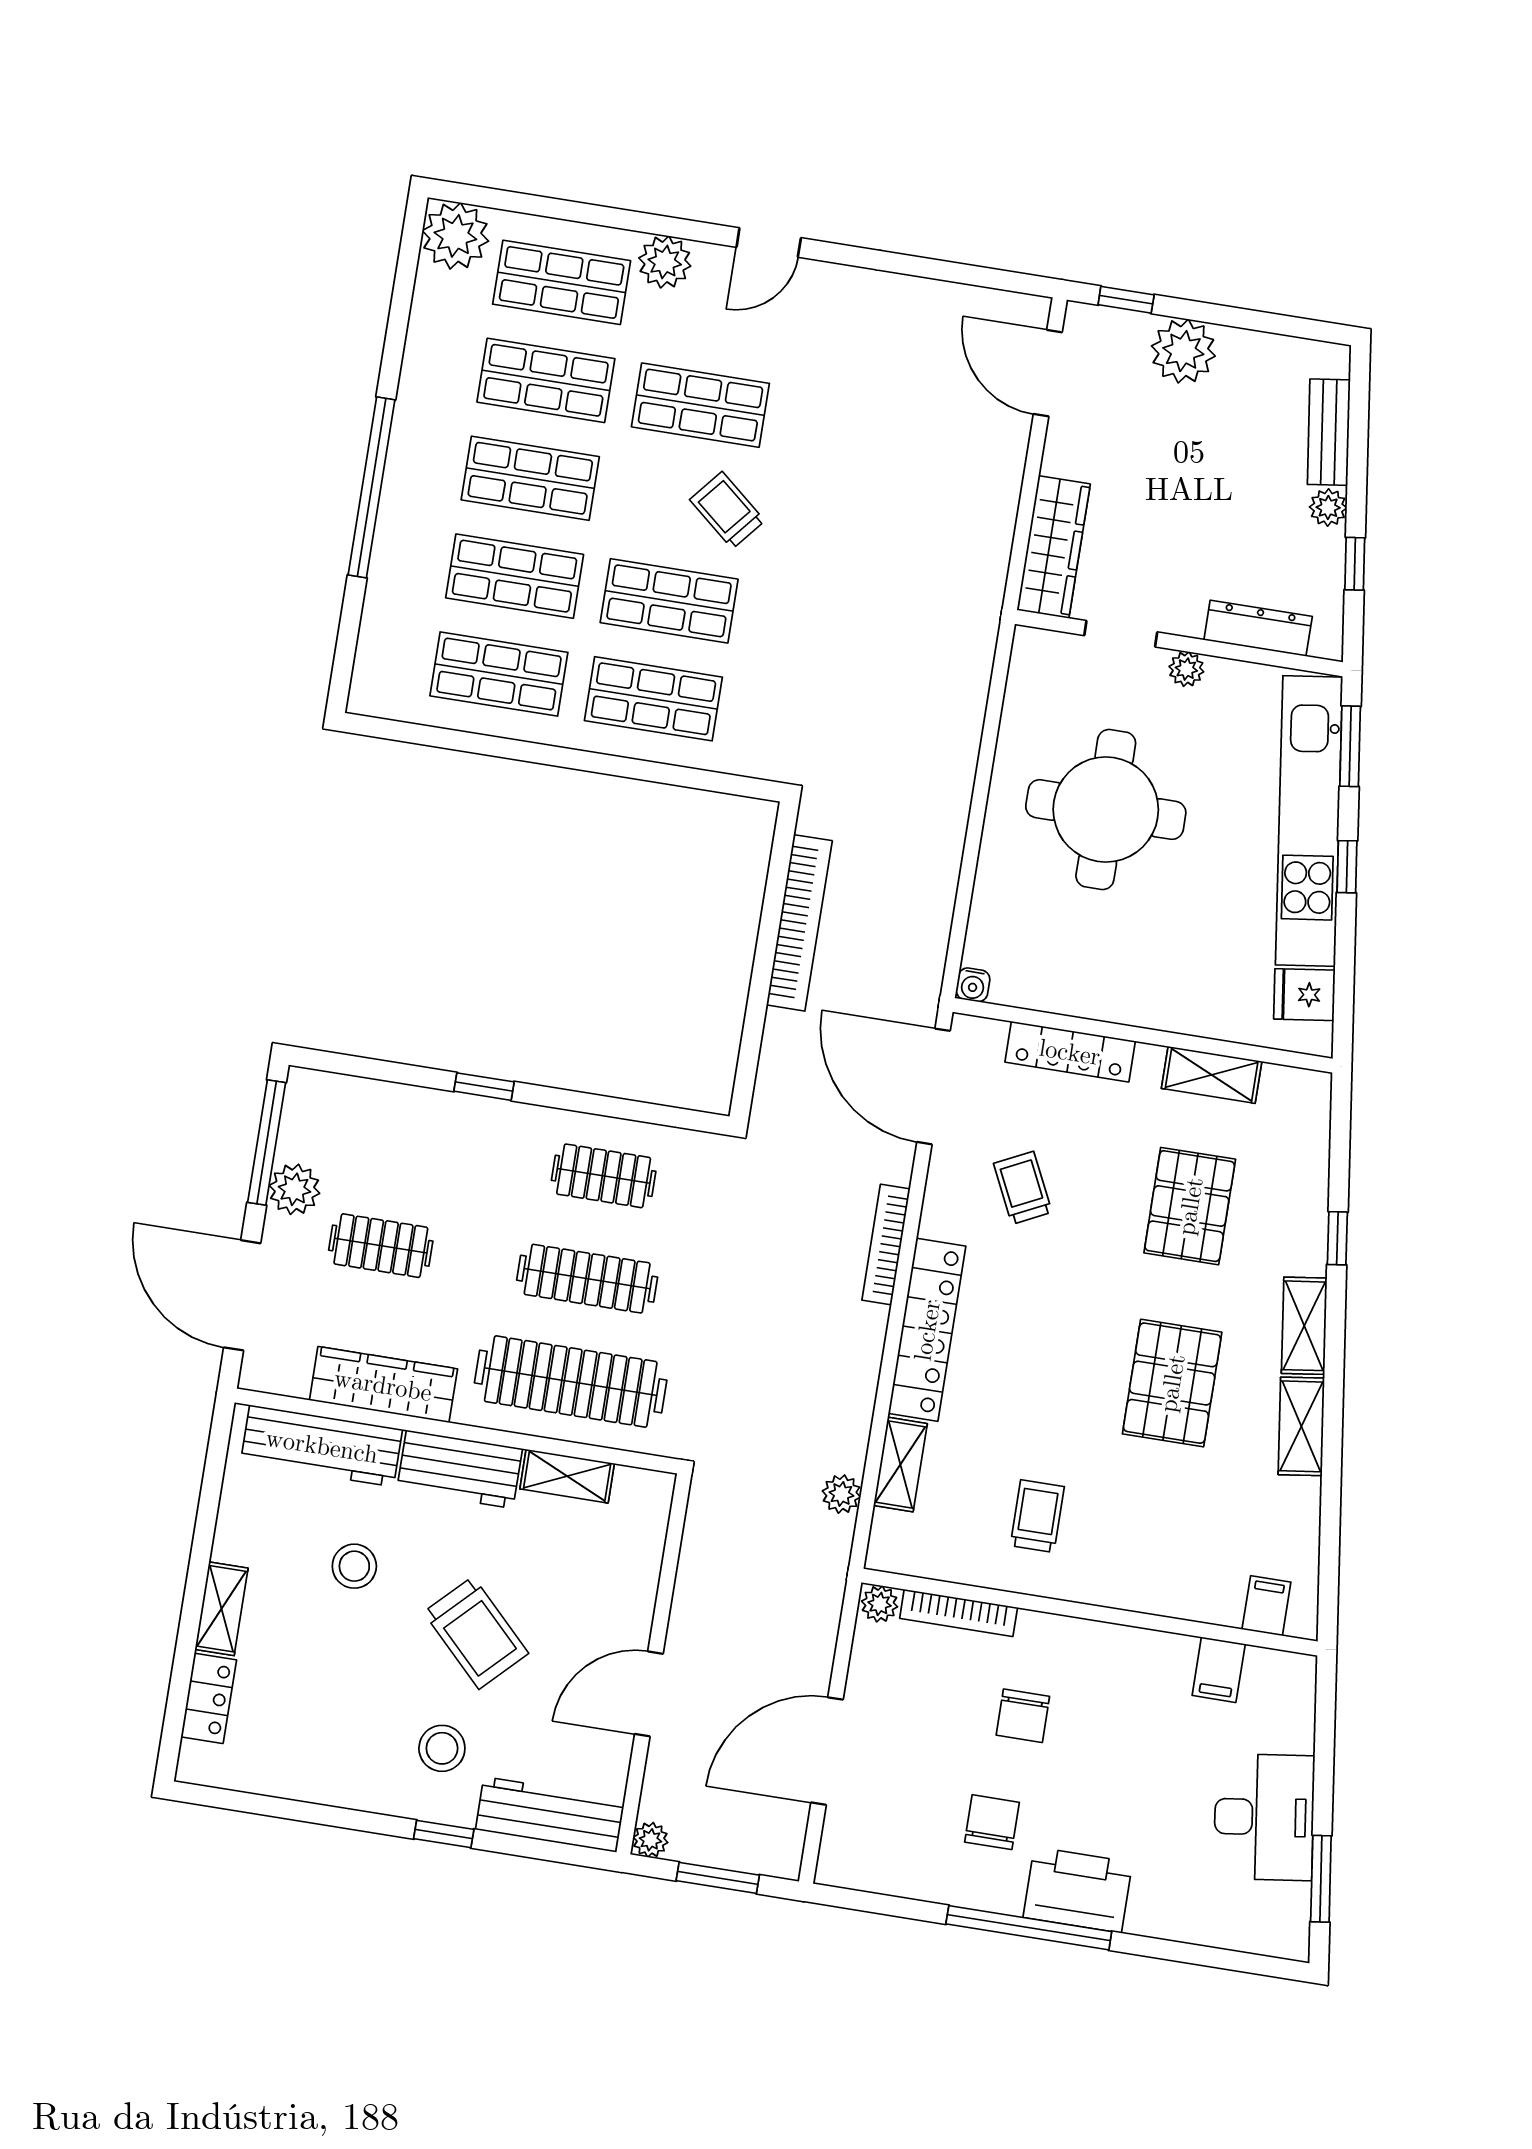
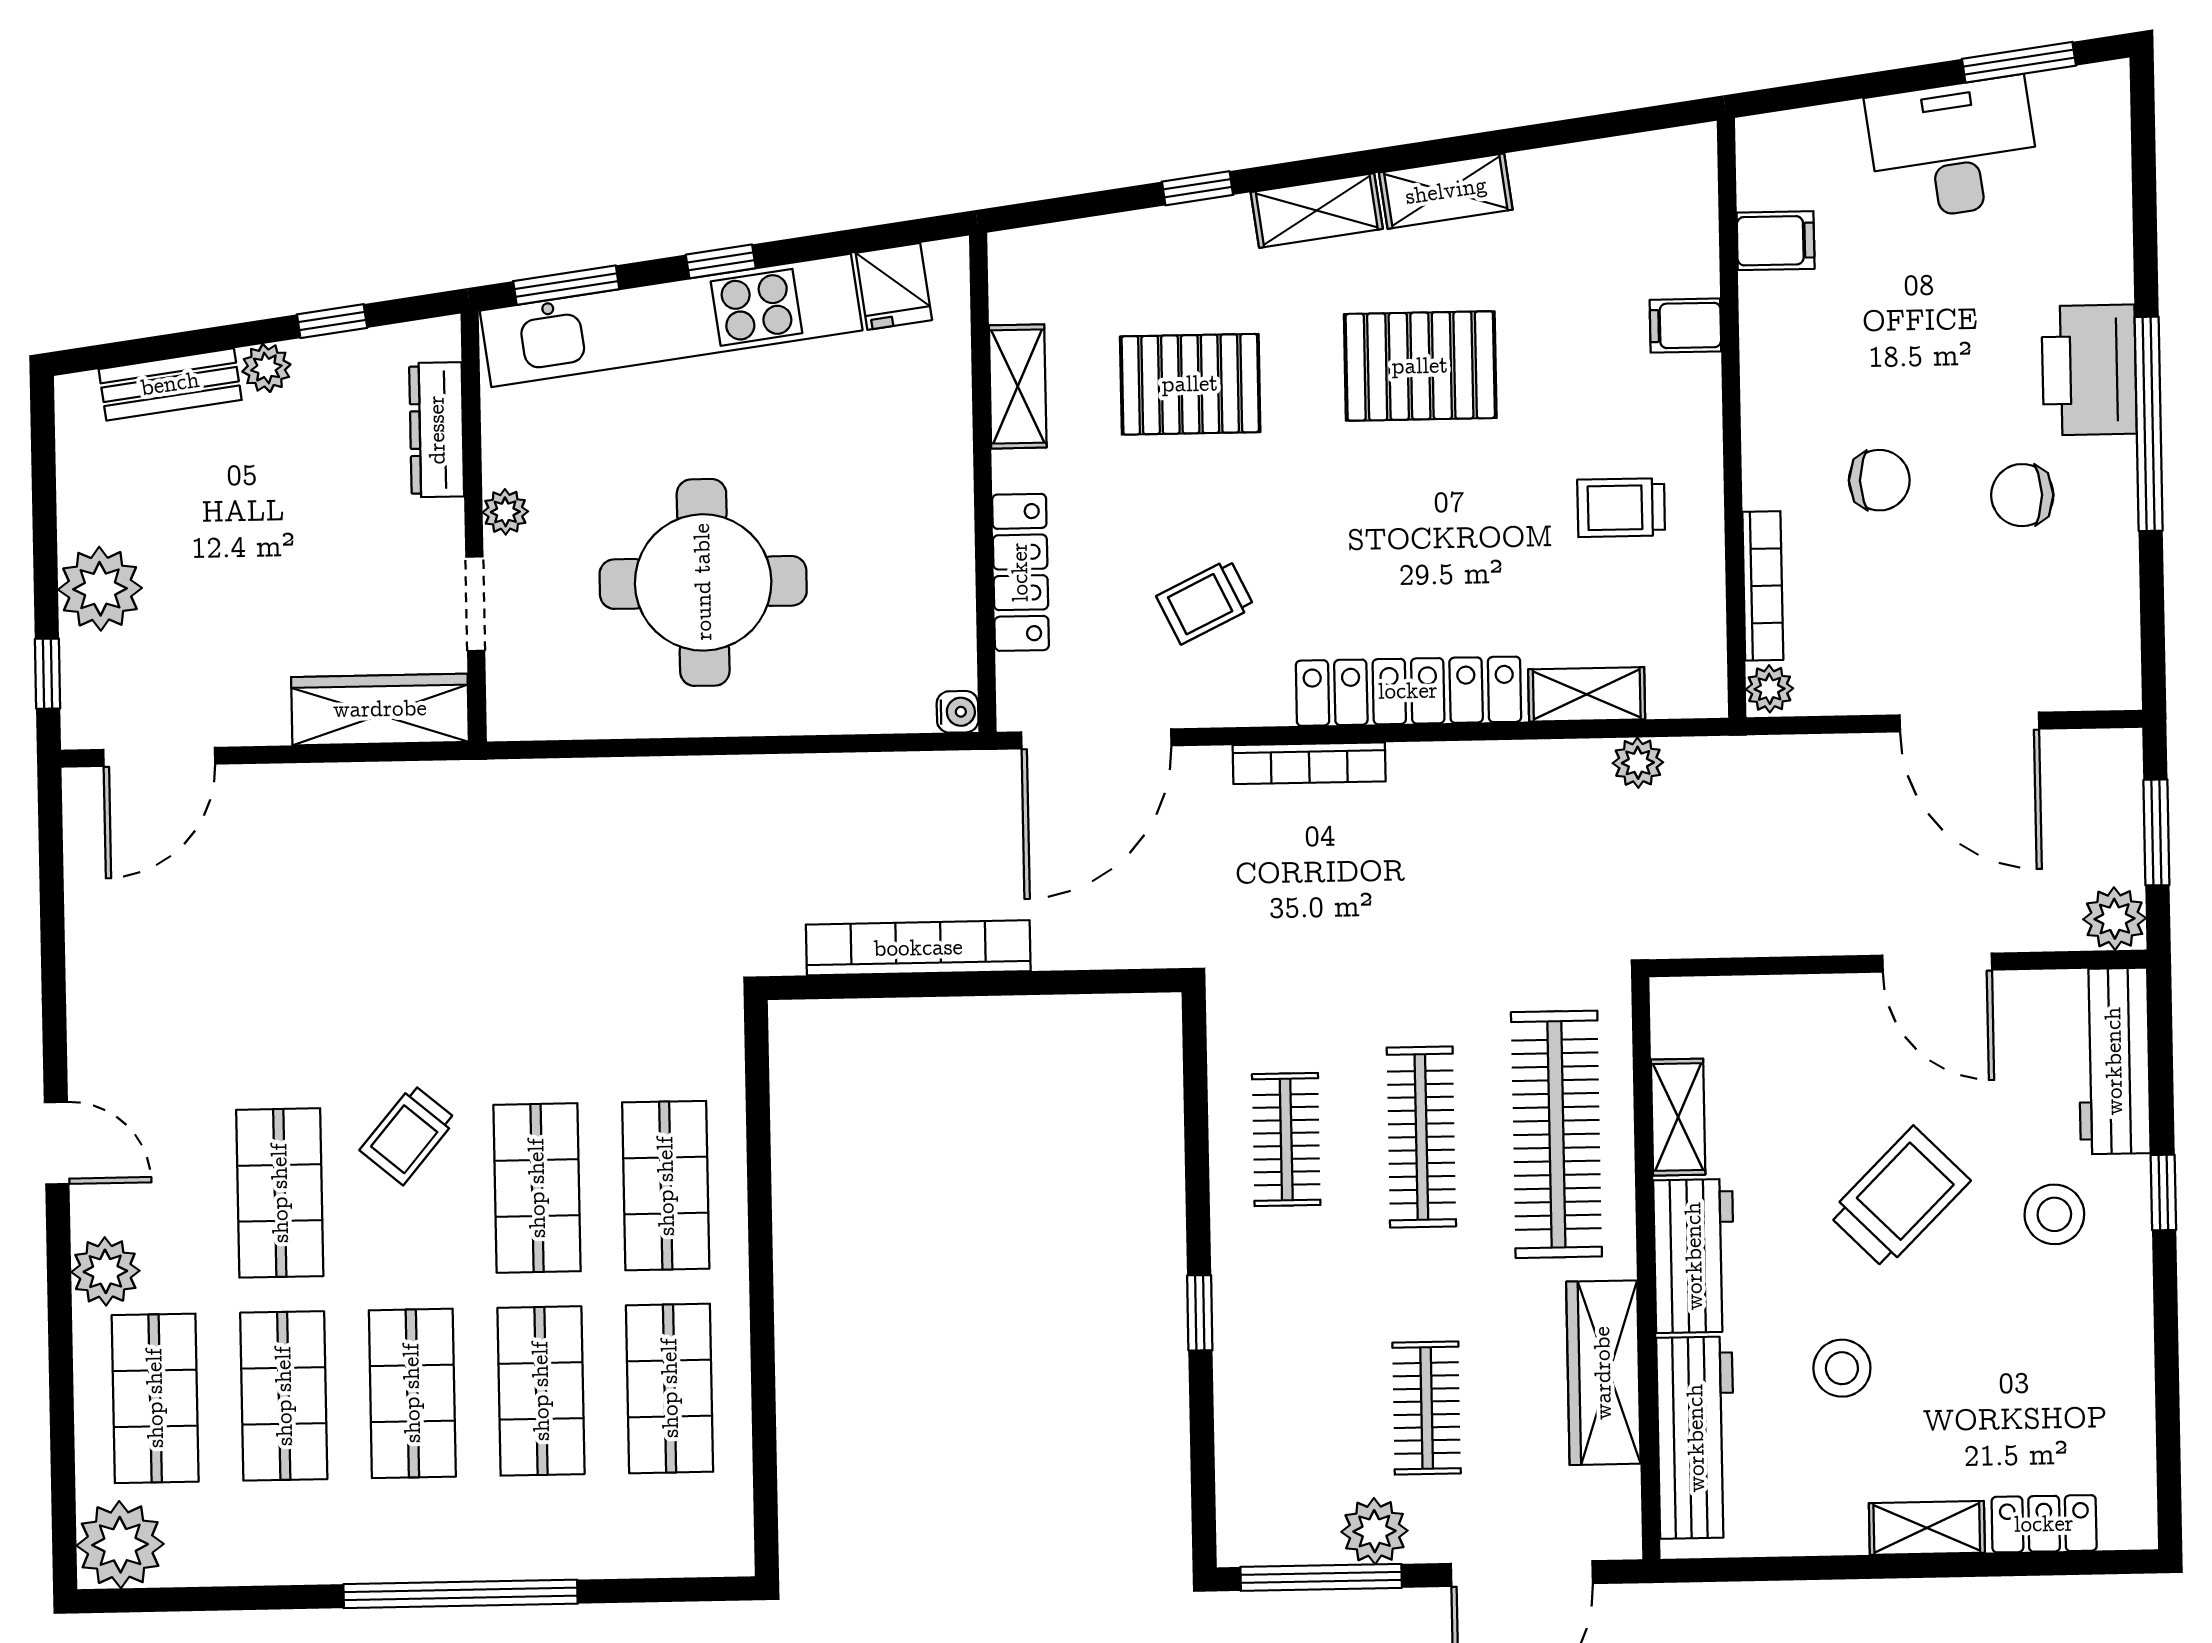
filing cabinet: (1266, 1606) -> (1685, 326), moved
plant: (650, 1840) -> (2115, 919), width x1.38, depth x1.38

